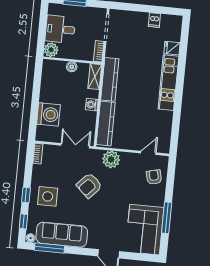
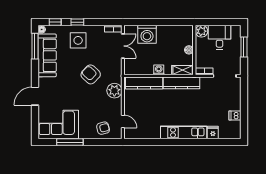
double door: (75, 146) -> (123, 46), moved

